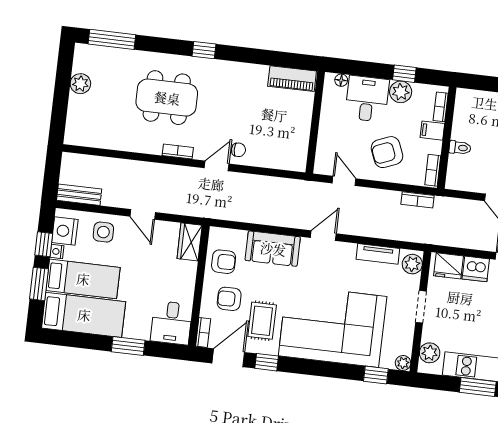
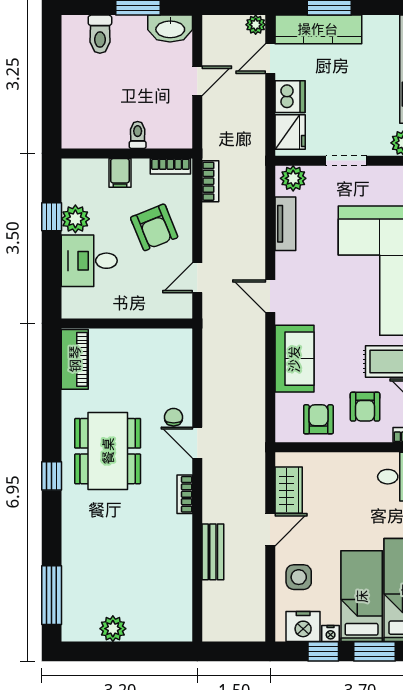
floor lamp: (341, 80) -> (69, 297), removed
dining table: (167, 98) -> (108, 451), moved
bookcase: (441, 107) -> (88, 166), removed
bench: (79, 195) -> (213, 552), moved
wardrobe: (190, 242) -> (289, 490), moved, turned -90

